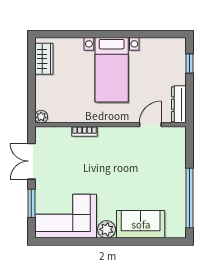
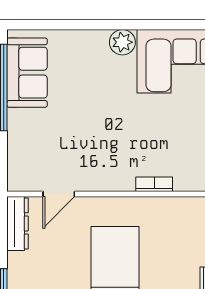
sofa: (141, 224) -> (27, 73), moved, turned -90

